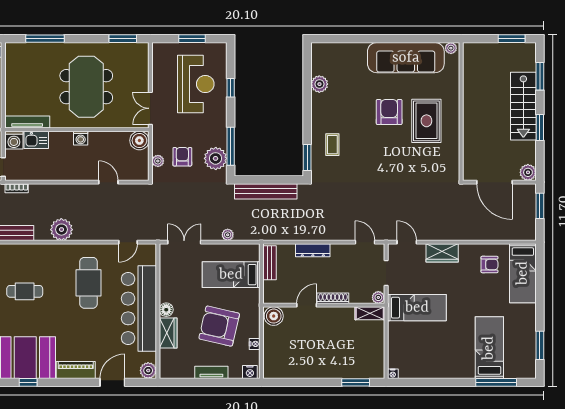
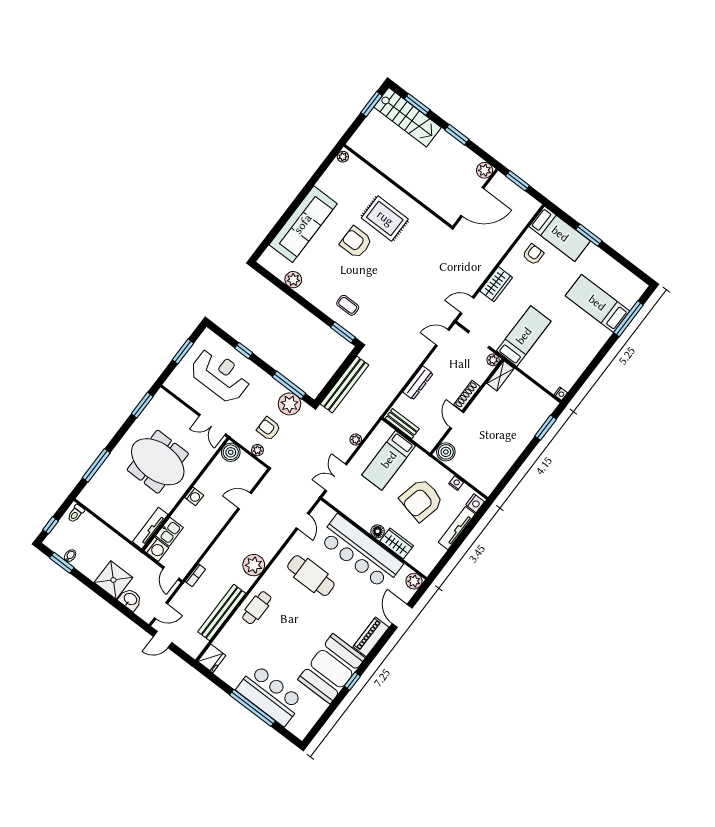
sofa: (406, 58) -> (303, 224), moved
stairs: (523, 106) -> (408, 117), moved
cafe table: (25, 291) -> (257, 608), moved
window: (540, 345) -> (589, 235), moved
tv unit: (211, 372) -> (457, 528), width x1.41

